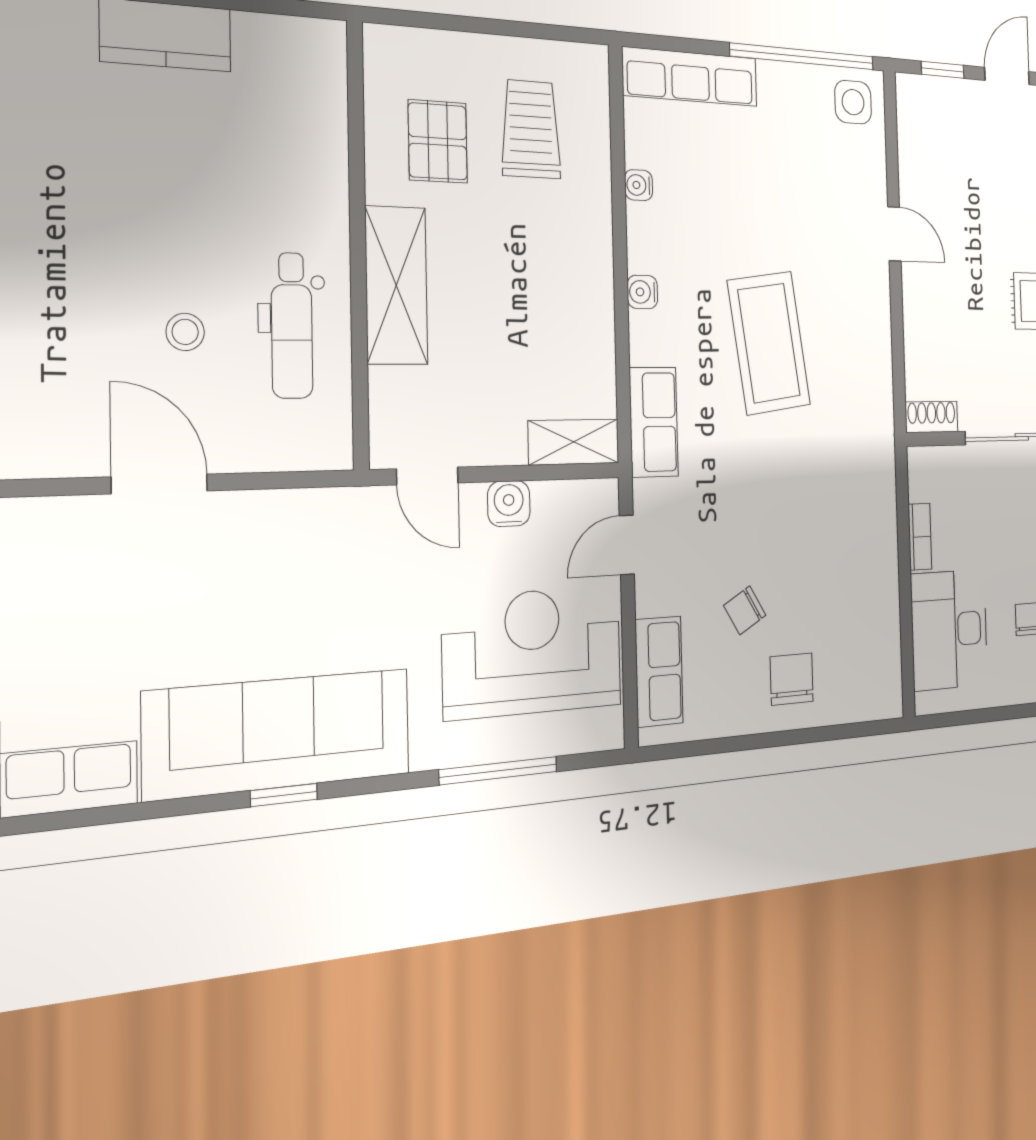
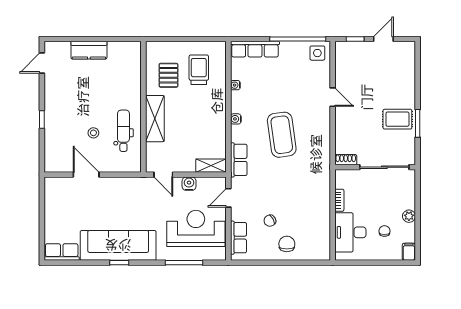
dental chair: (292, 325) -> (123, 131), turned 180

